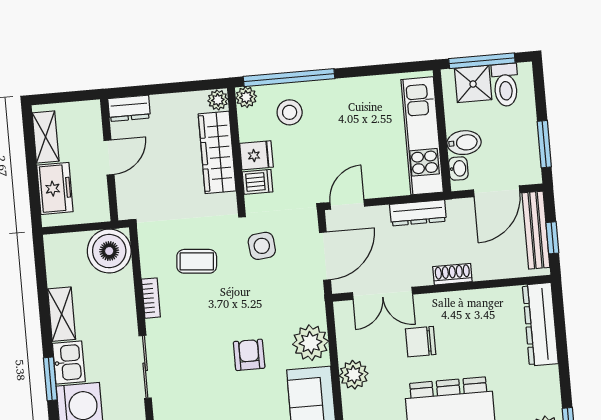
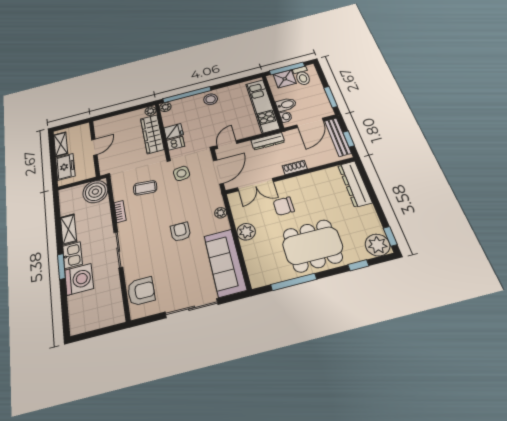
dresser: (129, 108) -> (104, 123), removed
stool: (290, 112) -> (211, 99), moved
plant: (311, 343) -> (221, 213), width x0.53, depth x0.53

